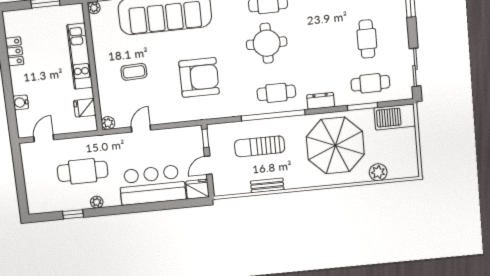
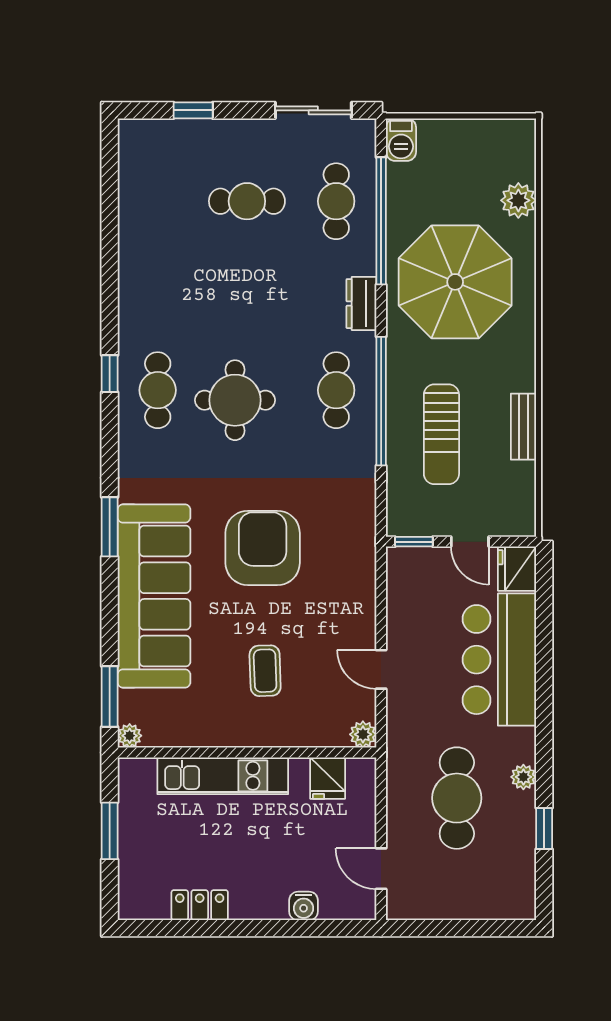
armchair: (199, 77) -> (263, 548), moved
window: (363, 106) -> (381, 221), width x2.11
barbecue: (395, 117) -> (401, 140), width x0.53, depth x0.65

